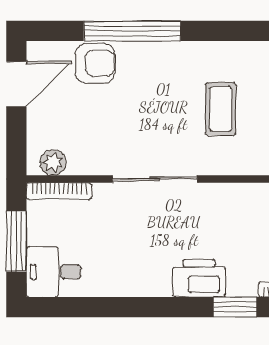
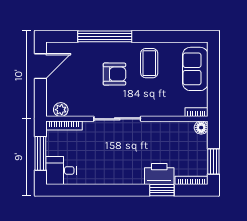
armchair: (95, 63) -> (114, 74), moved
coffee table: (221, 109) -> (149, 63), moved
printer: (199, 278) -> (159, 174), moved

